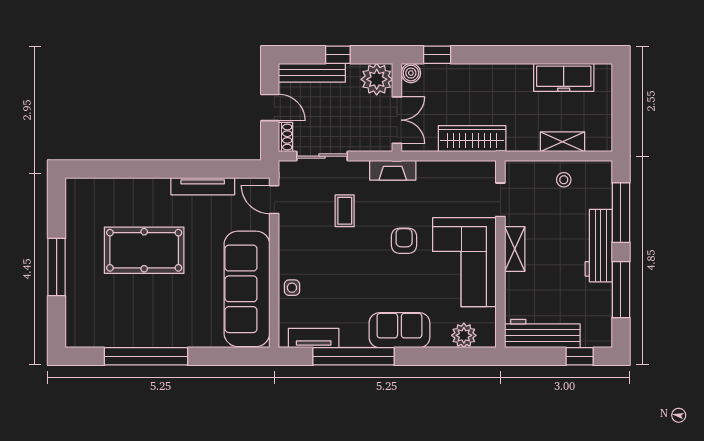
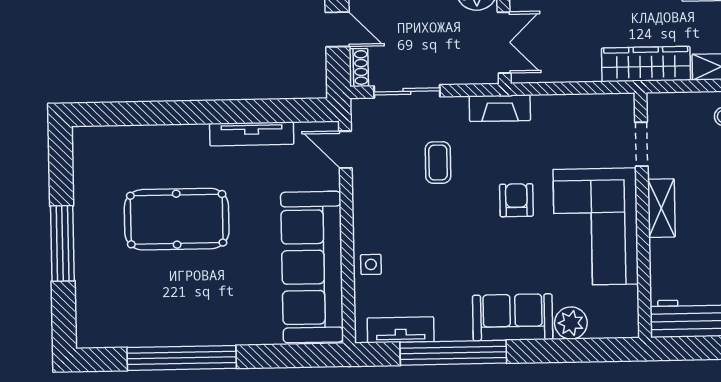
wardrobe: (472, 139) -> (646, 64), moved
plant: (464, 335) -> (571, 323), moved

